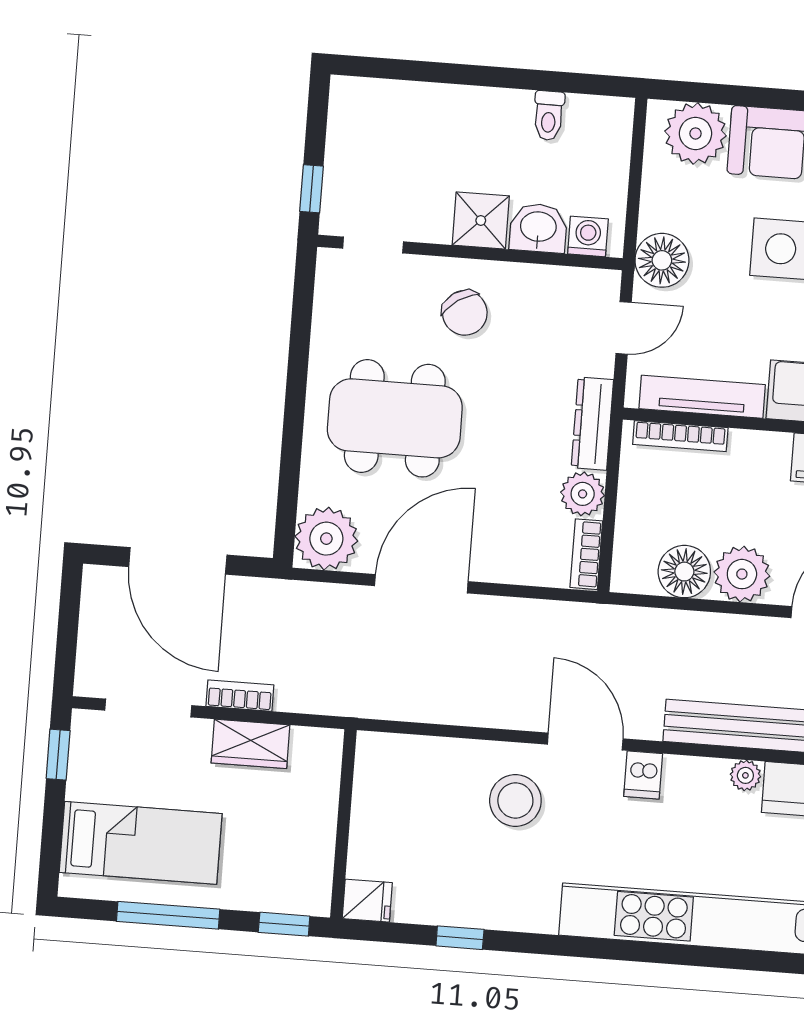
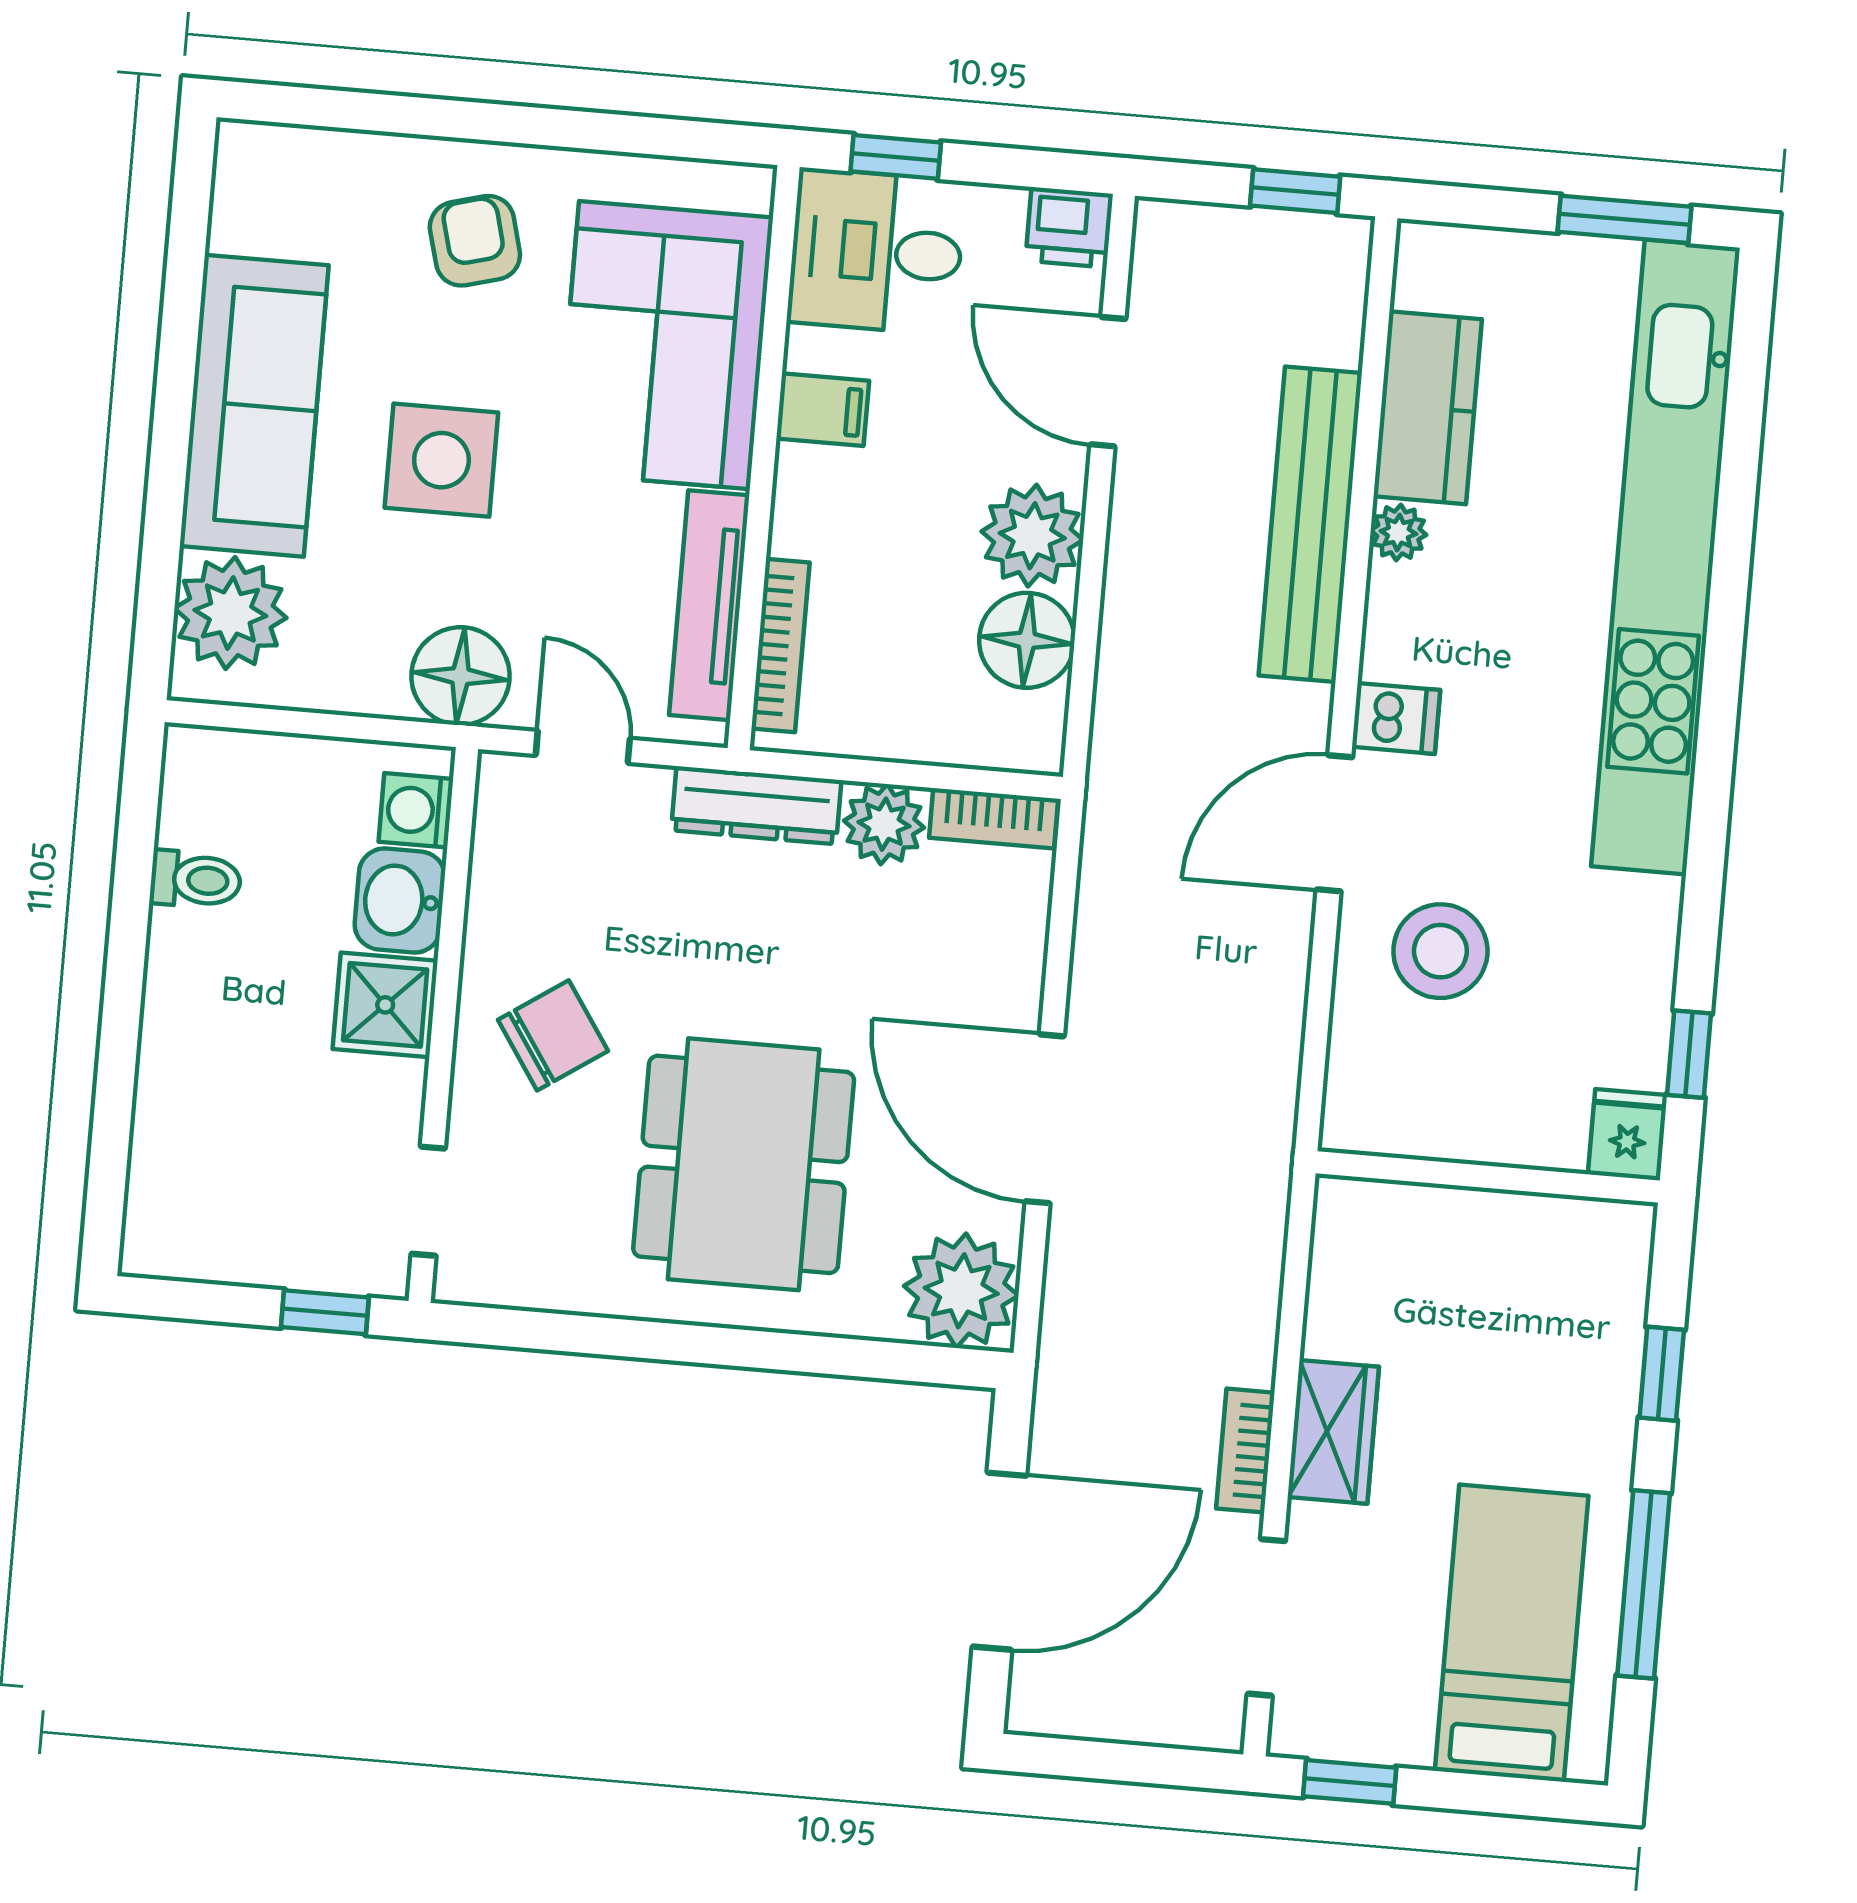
wall: (343, 824) -> (1488, 1177), moved
fridge: (367, 901) -> (1628, 1135), moved

